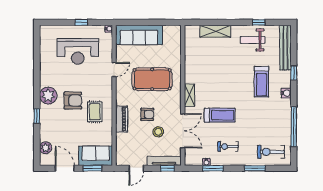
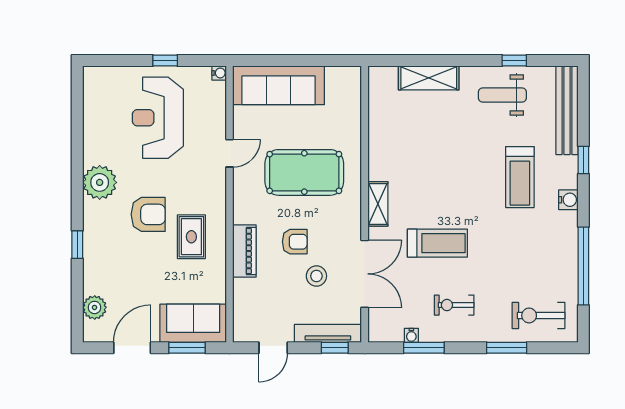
reception desk: (78, 51) -> (158, 118), turned 90
plant: (48, 96) -> (100, 182), moved
door: (65, 168) -> (132, 348), hinge flipped

